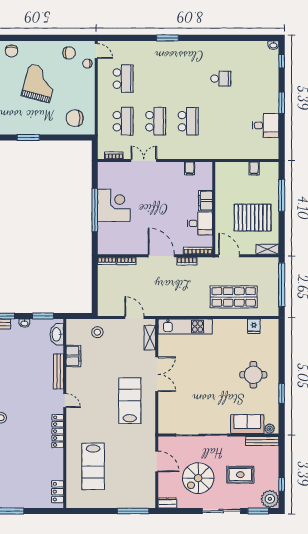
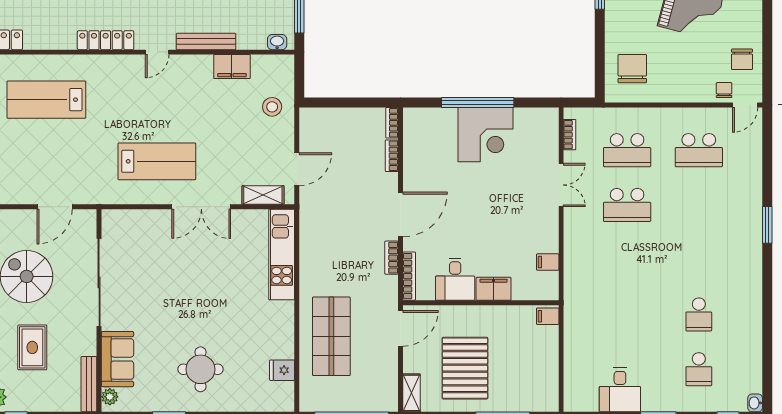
school desk: (188, 121) -> (699, 369), moved, width x0.54
filing cabinet: (254, 168) -> (548, 316), moved
washbasin: (57, 334) -> (277, 42), width x0.52, depth x0.69

